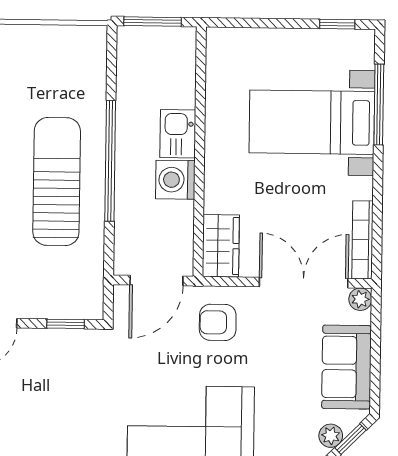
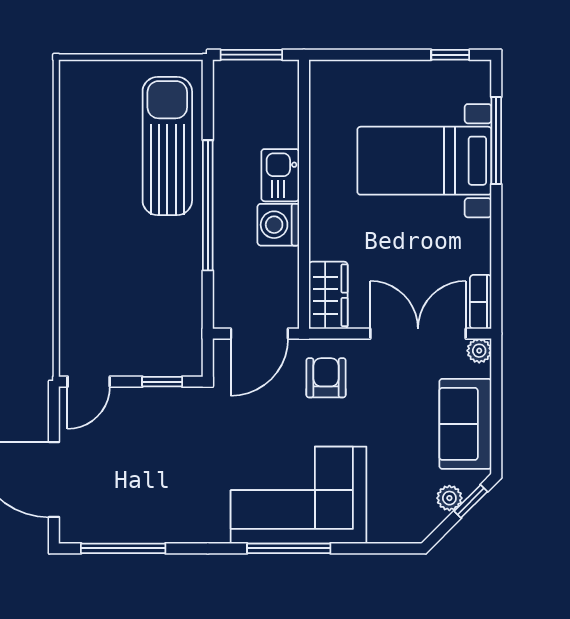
sun lounger: (57, 182) -> (167, 146), moved
bookcase: (362, 240) -> (481, 302), width x0.64
armchair: (218, 322) -> (326, 378), turned 90

